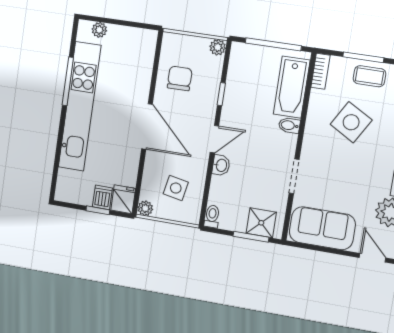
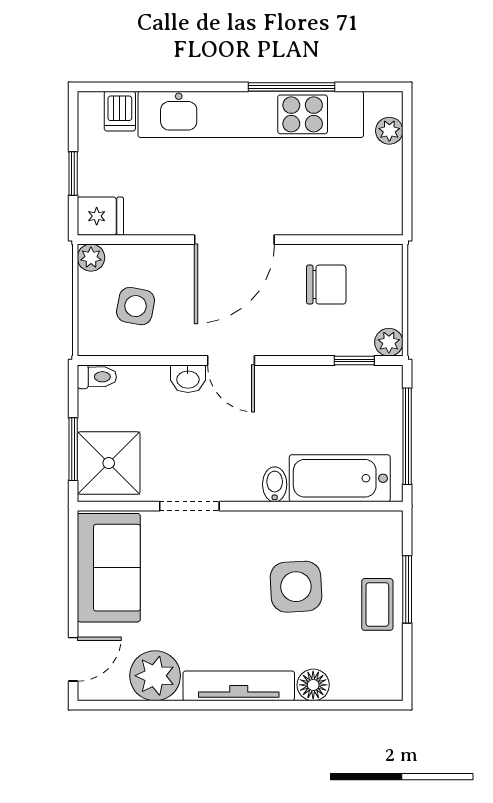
bookcase: (320, 71) -> (374, 522), removed
window: (221, 94) -> (354, 361), moved
side table: (351, 122) -> (296, 587), turned -33
dishwasher: (102, 197) -> (120, 111), moved, turned 90
shower: (261, 223) -> (109, 463), width x1.36, depth x1.36

